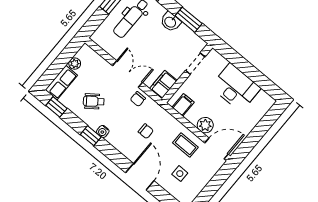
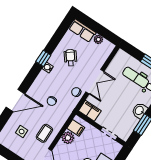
window: (56, 107) -> (63, 29), removed
plant: (205, 125) -> (68, 138), moved

